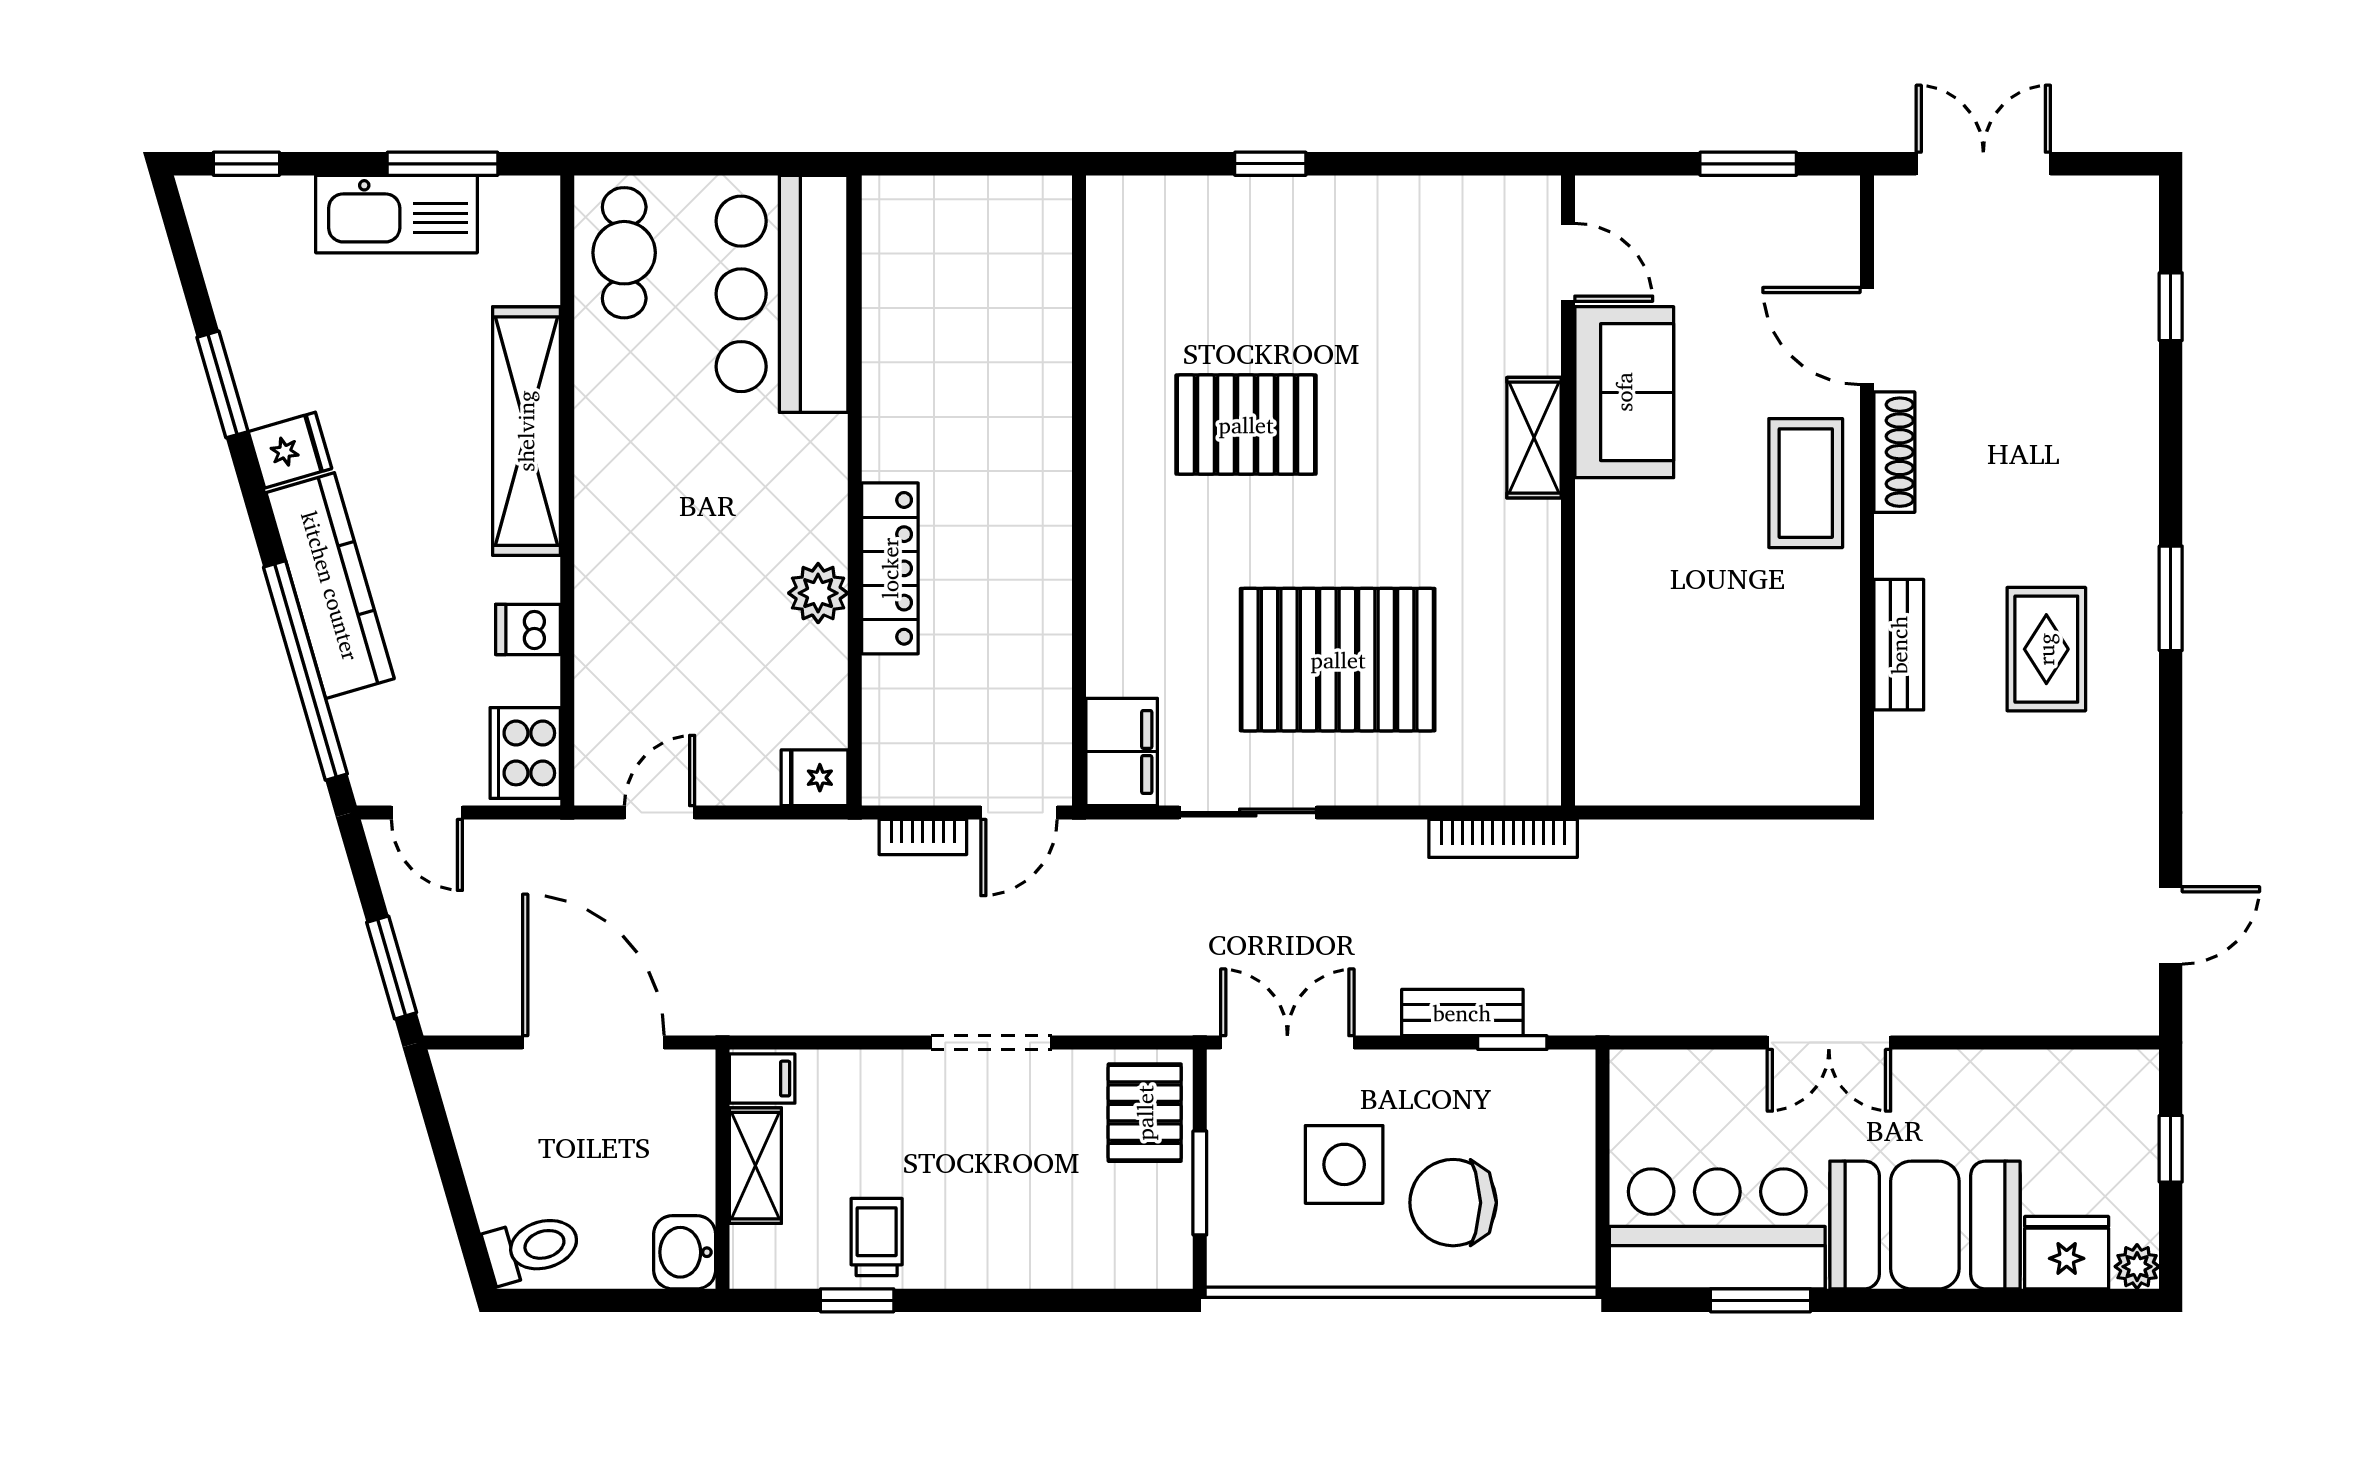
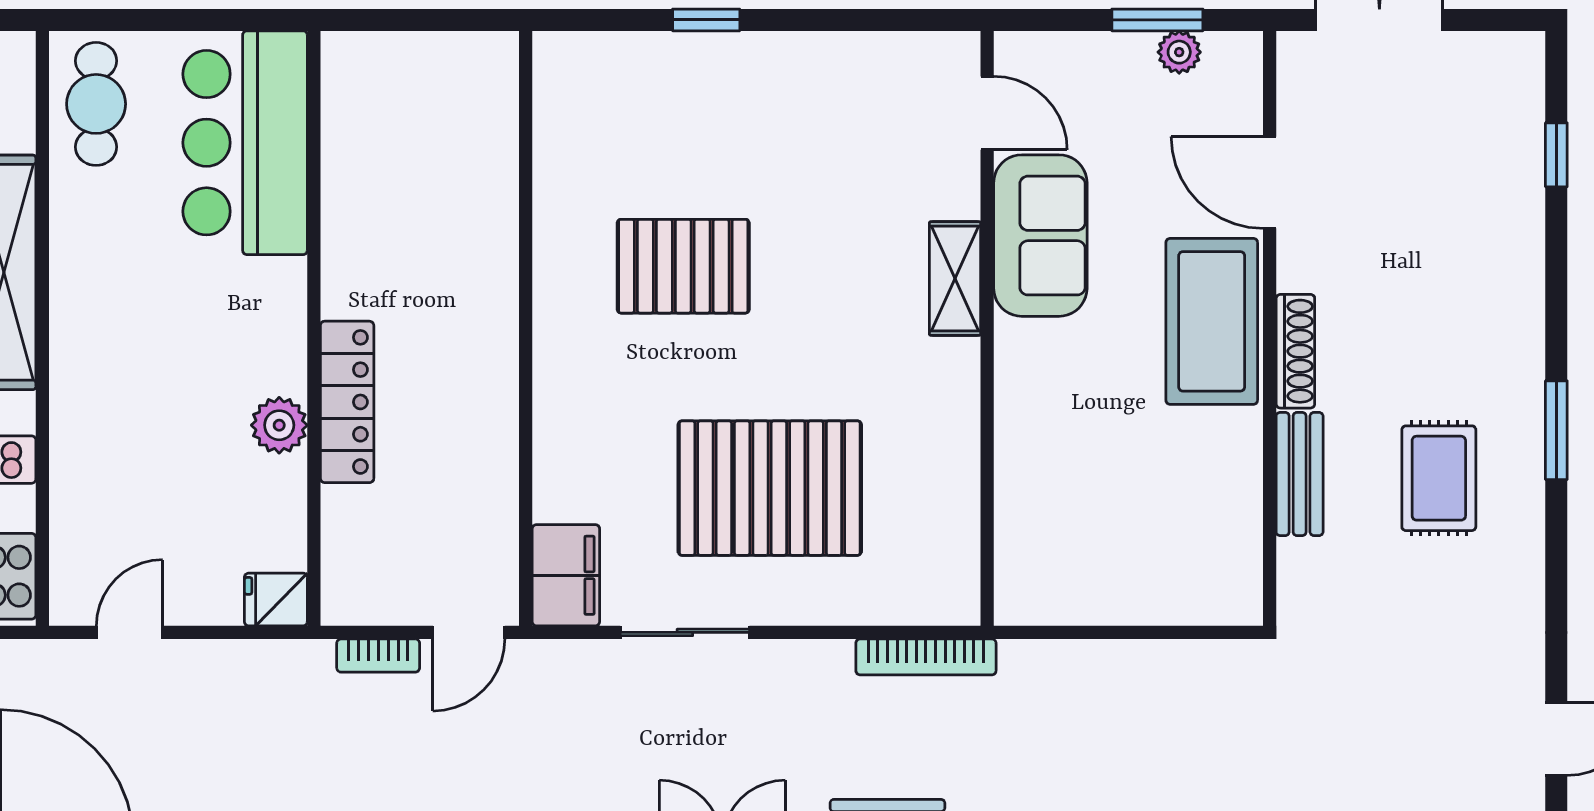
plant: (1771, 198) -> (1179, 52), added
shoe rack: (1894, 452) -> (1295, 351), moved
coffee table: (1806, 483) -> (1212, 321), width x1.36, depth x1.32

